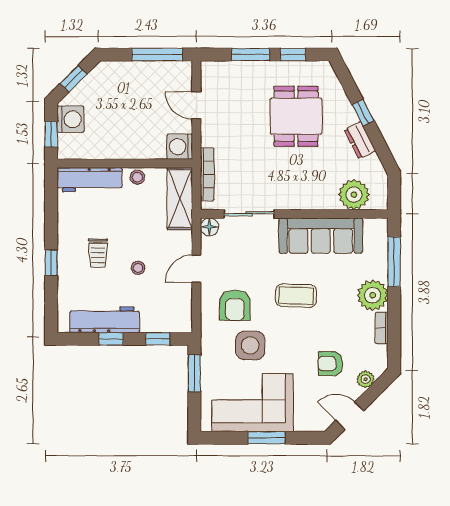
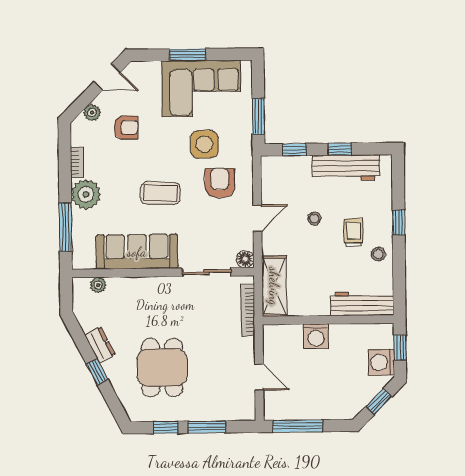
washing machine: (180, 147) -> (316, 336), moved, turned 90
stool: (137, 177) -> (378, 254), moved
plant: (354, 195) -> (98, 285), width x0.53, depth x0.53

